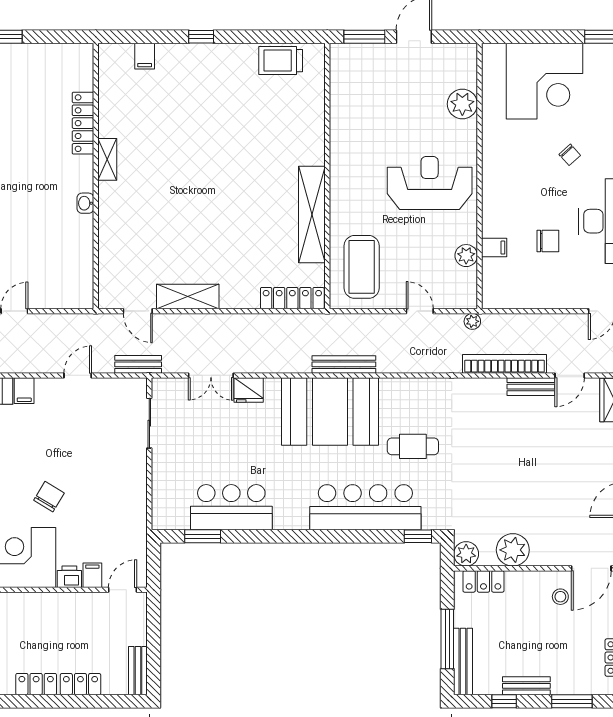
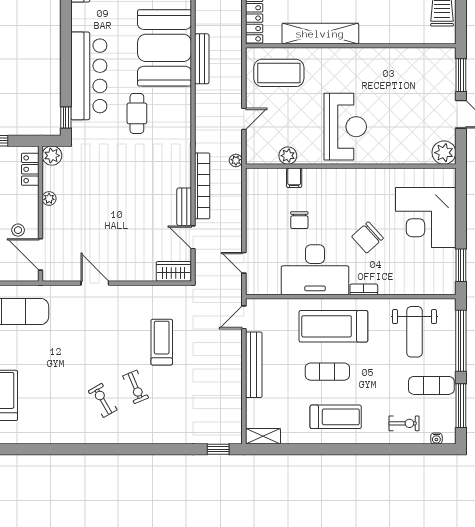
plant: (462, 104) -> (444, 153), moved
chair: (570, 155) -> (367, 237), width x1.87, depth x1.87
plant: (513, 550) -> (49, 199), width x0.53, depth x0.53

